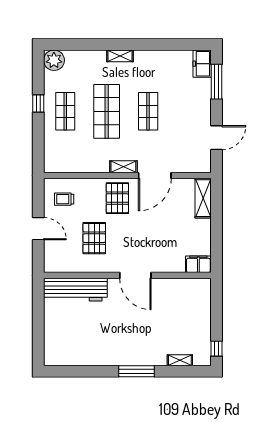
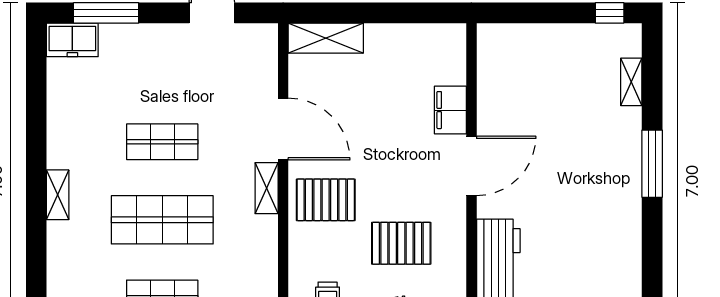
filing cabinet: (198, 264) -> (450, 110), moved

